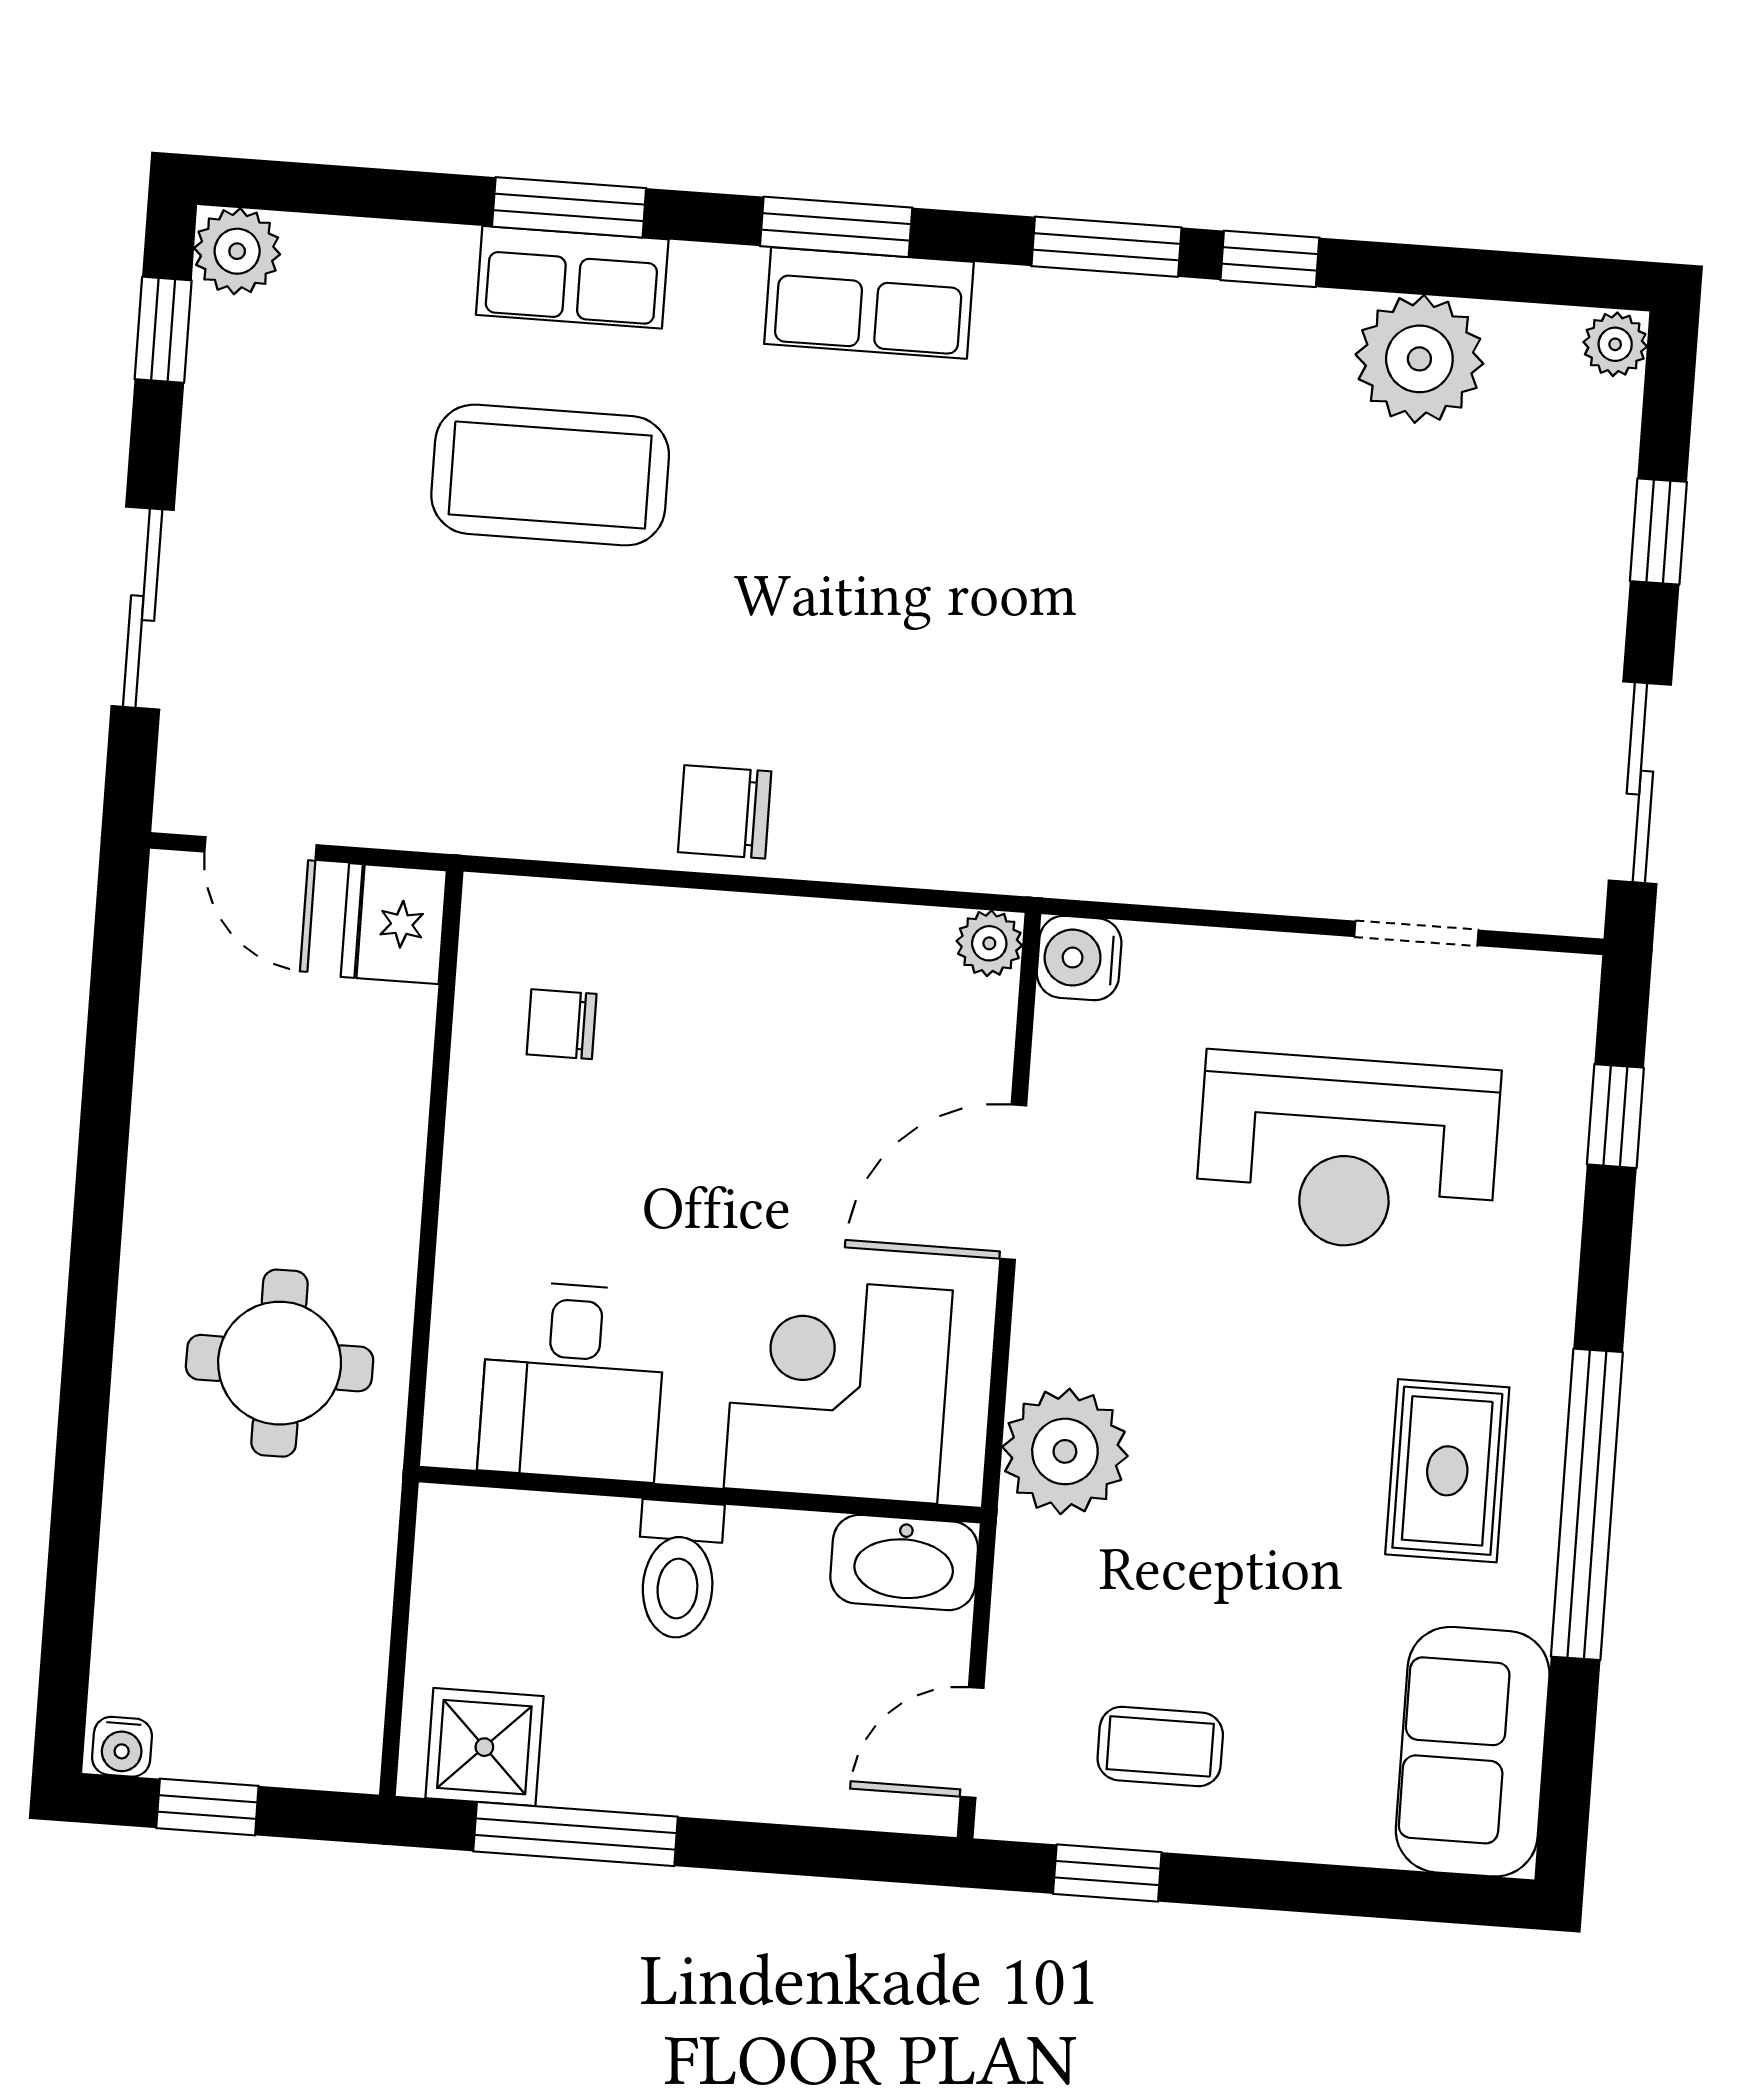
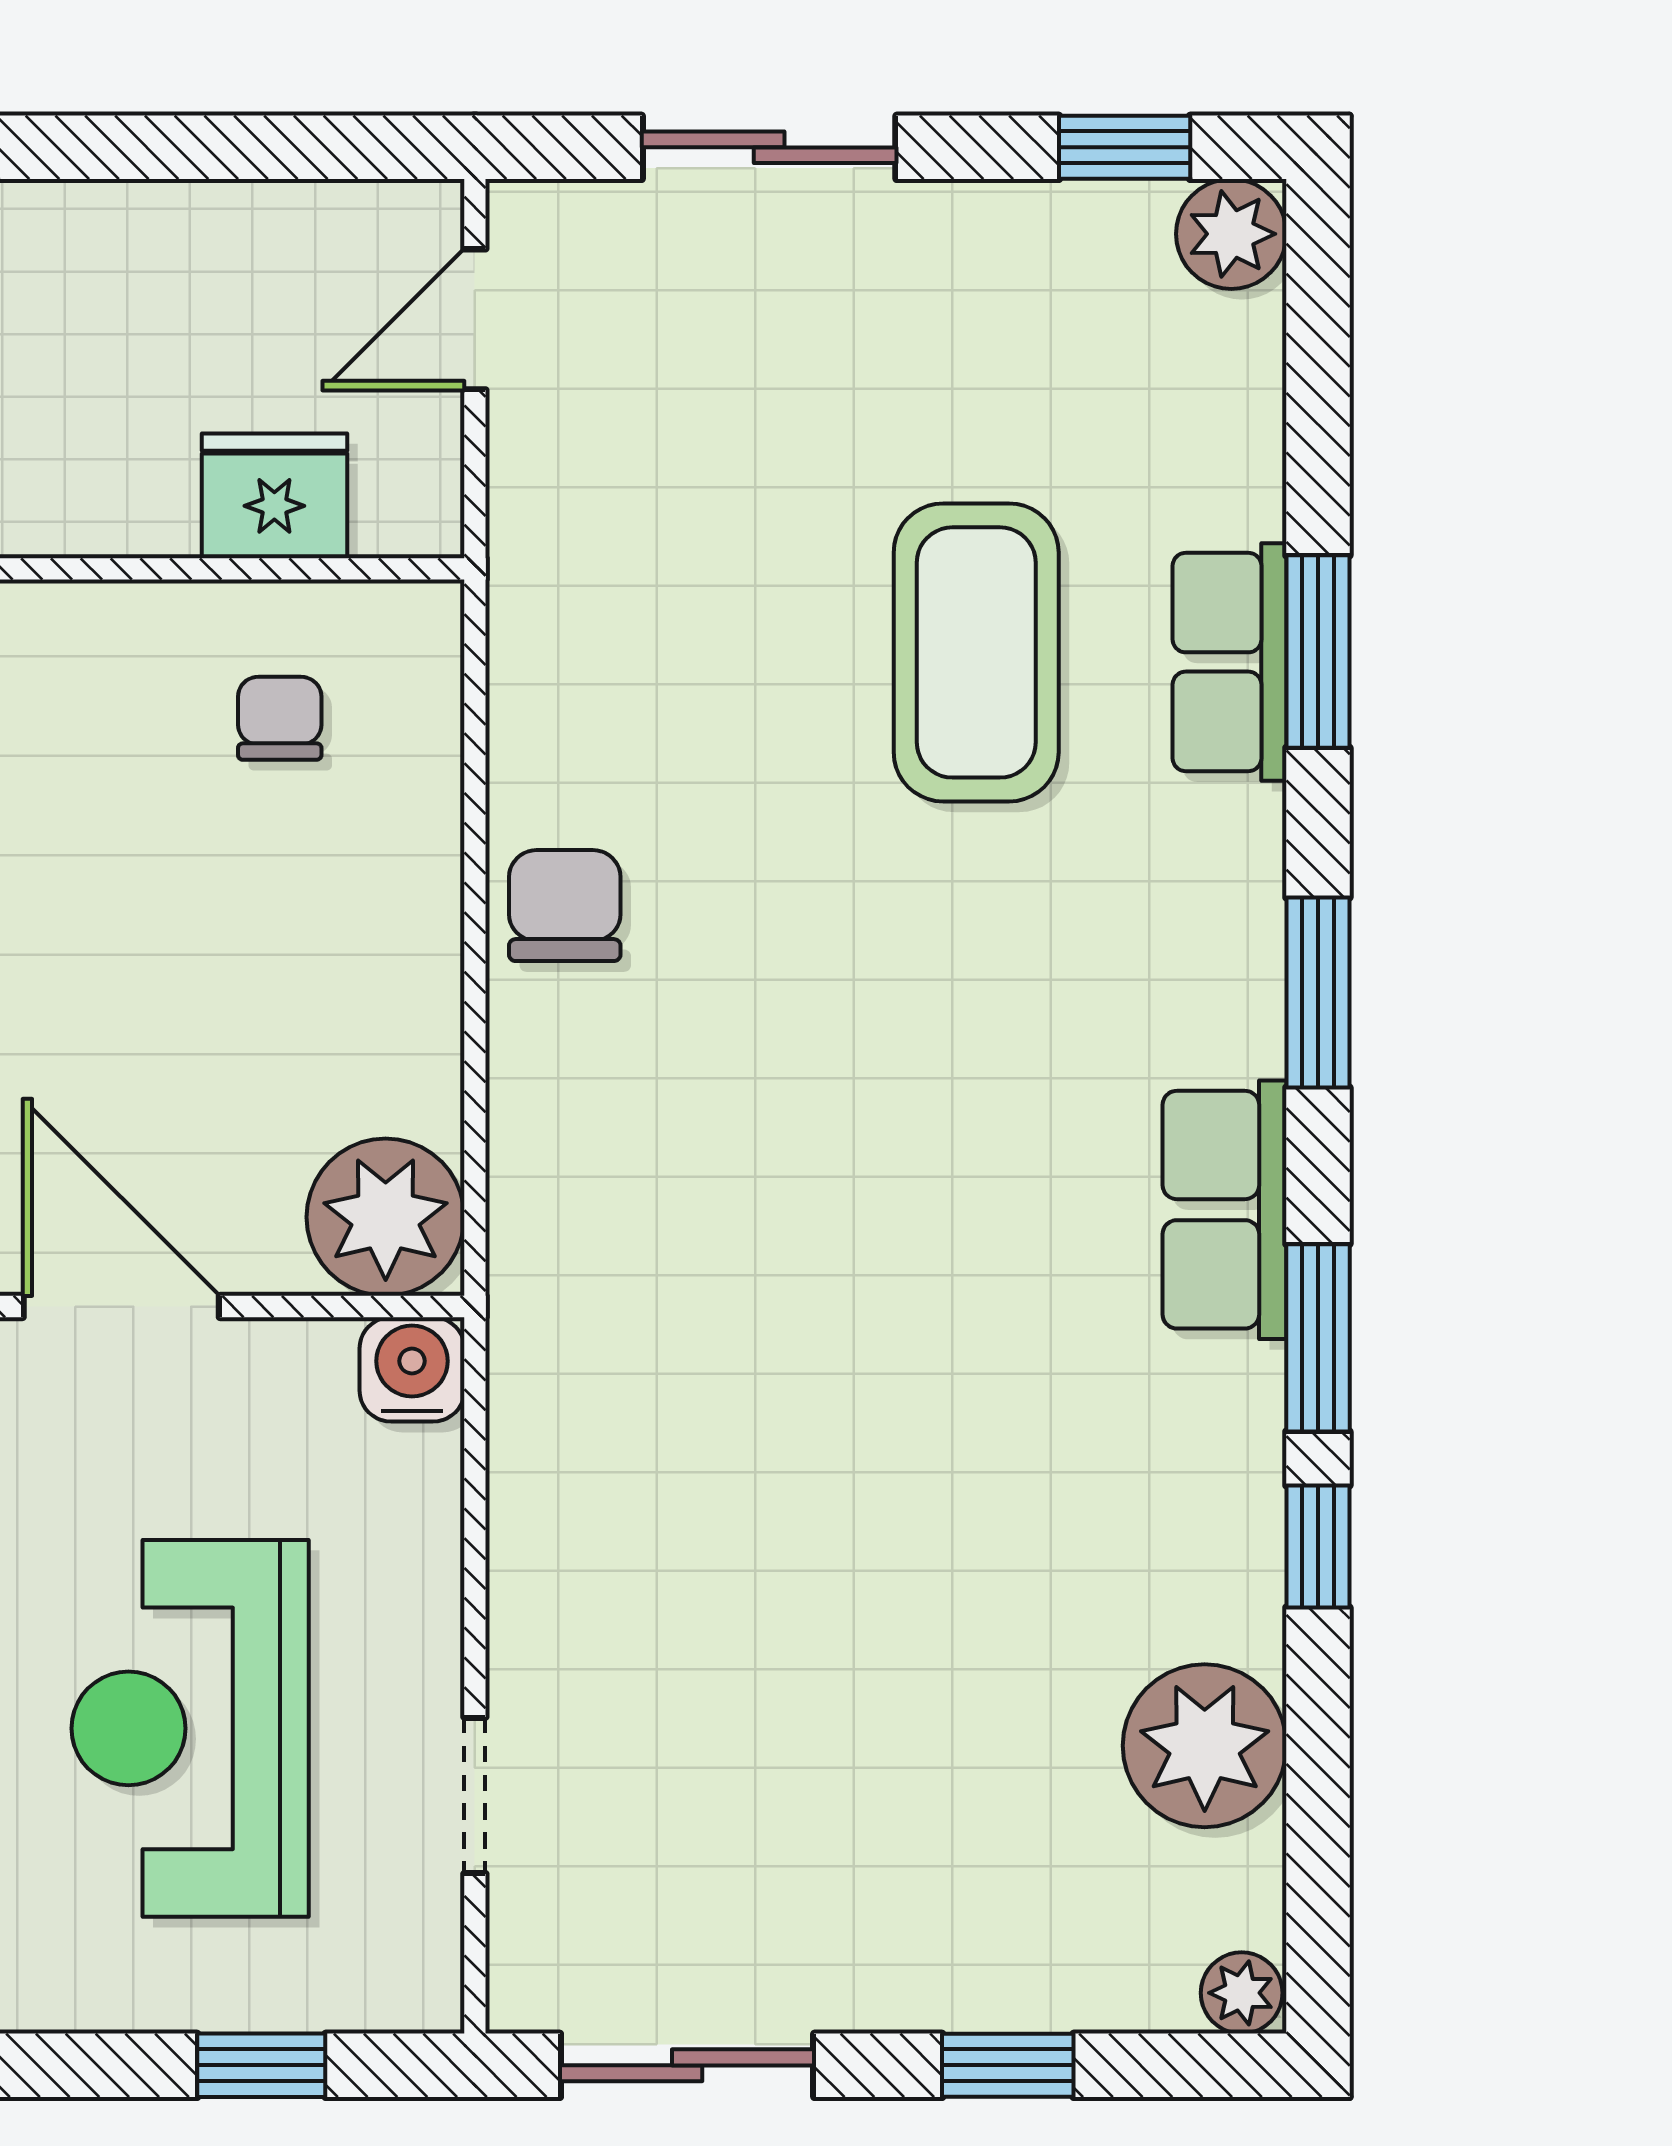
row of seats: (869, 303) -> (1224, 1210), moved
fridge: (394, 924) -> (274, 496), moved
plant: (989, 943) -> (386, 1217), width x1.87, depth x1.87

